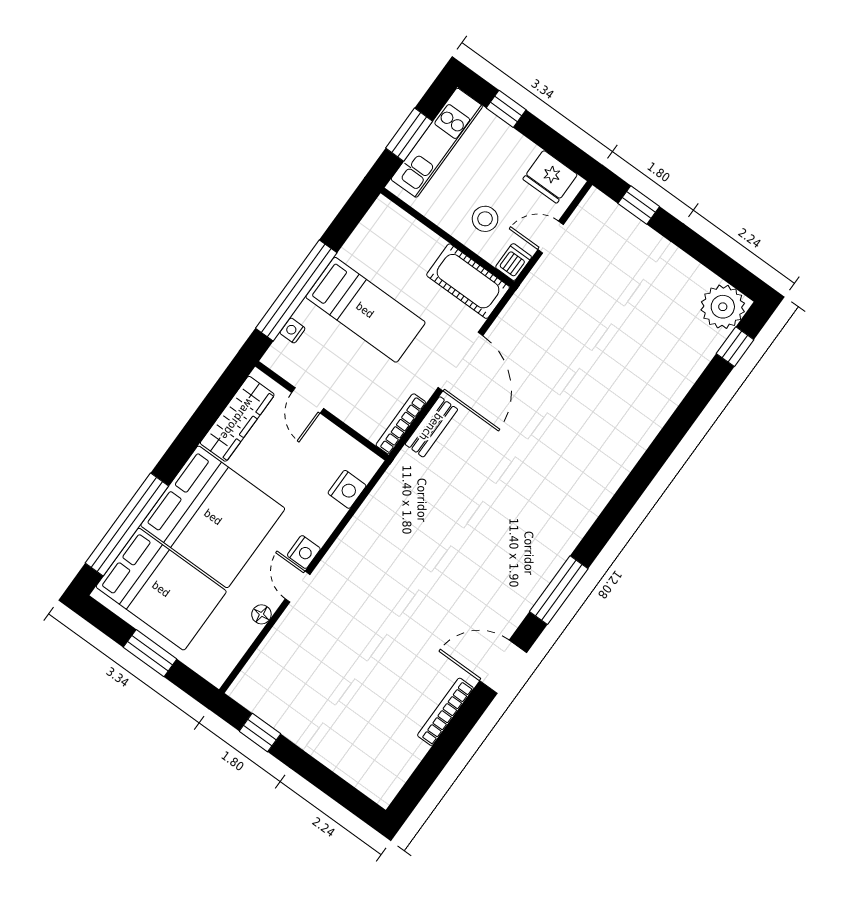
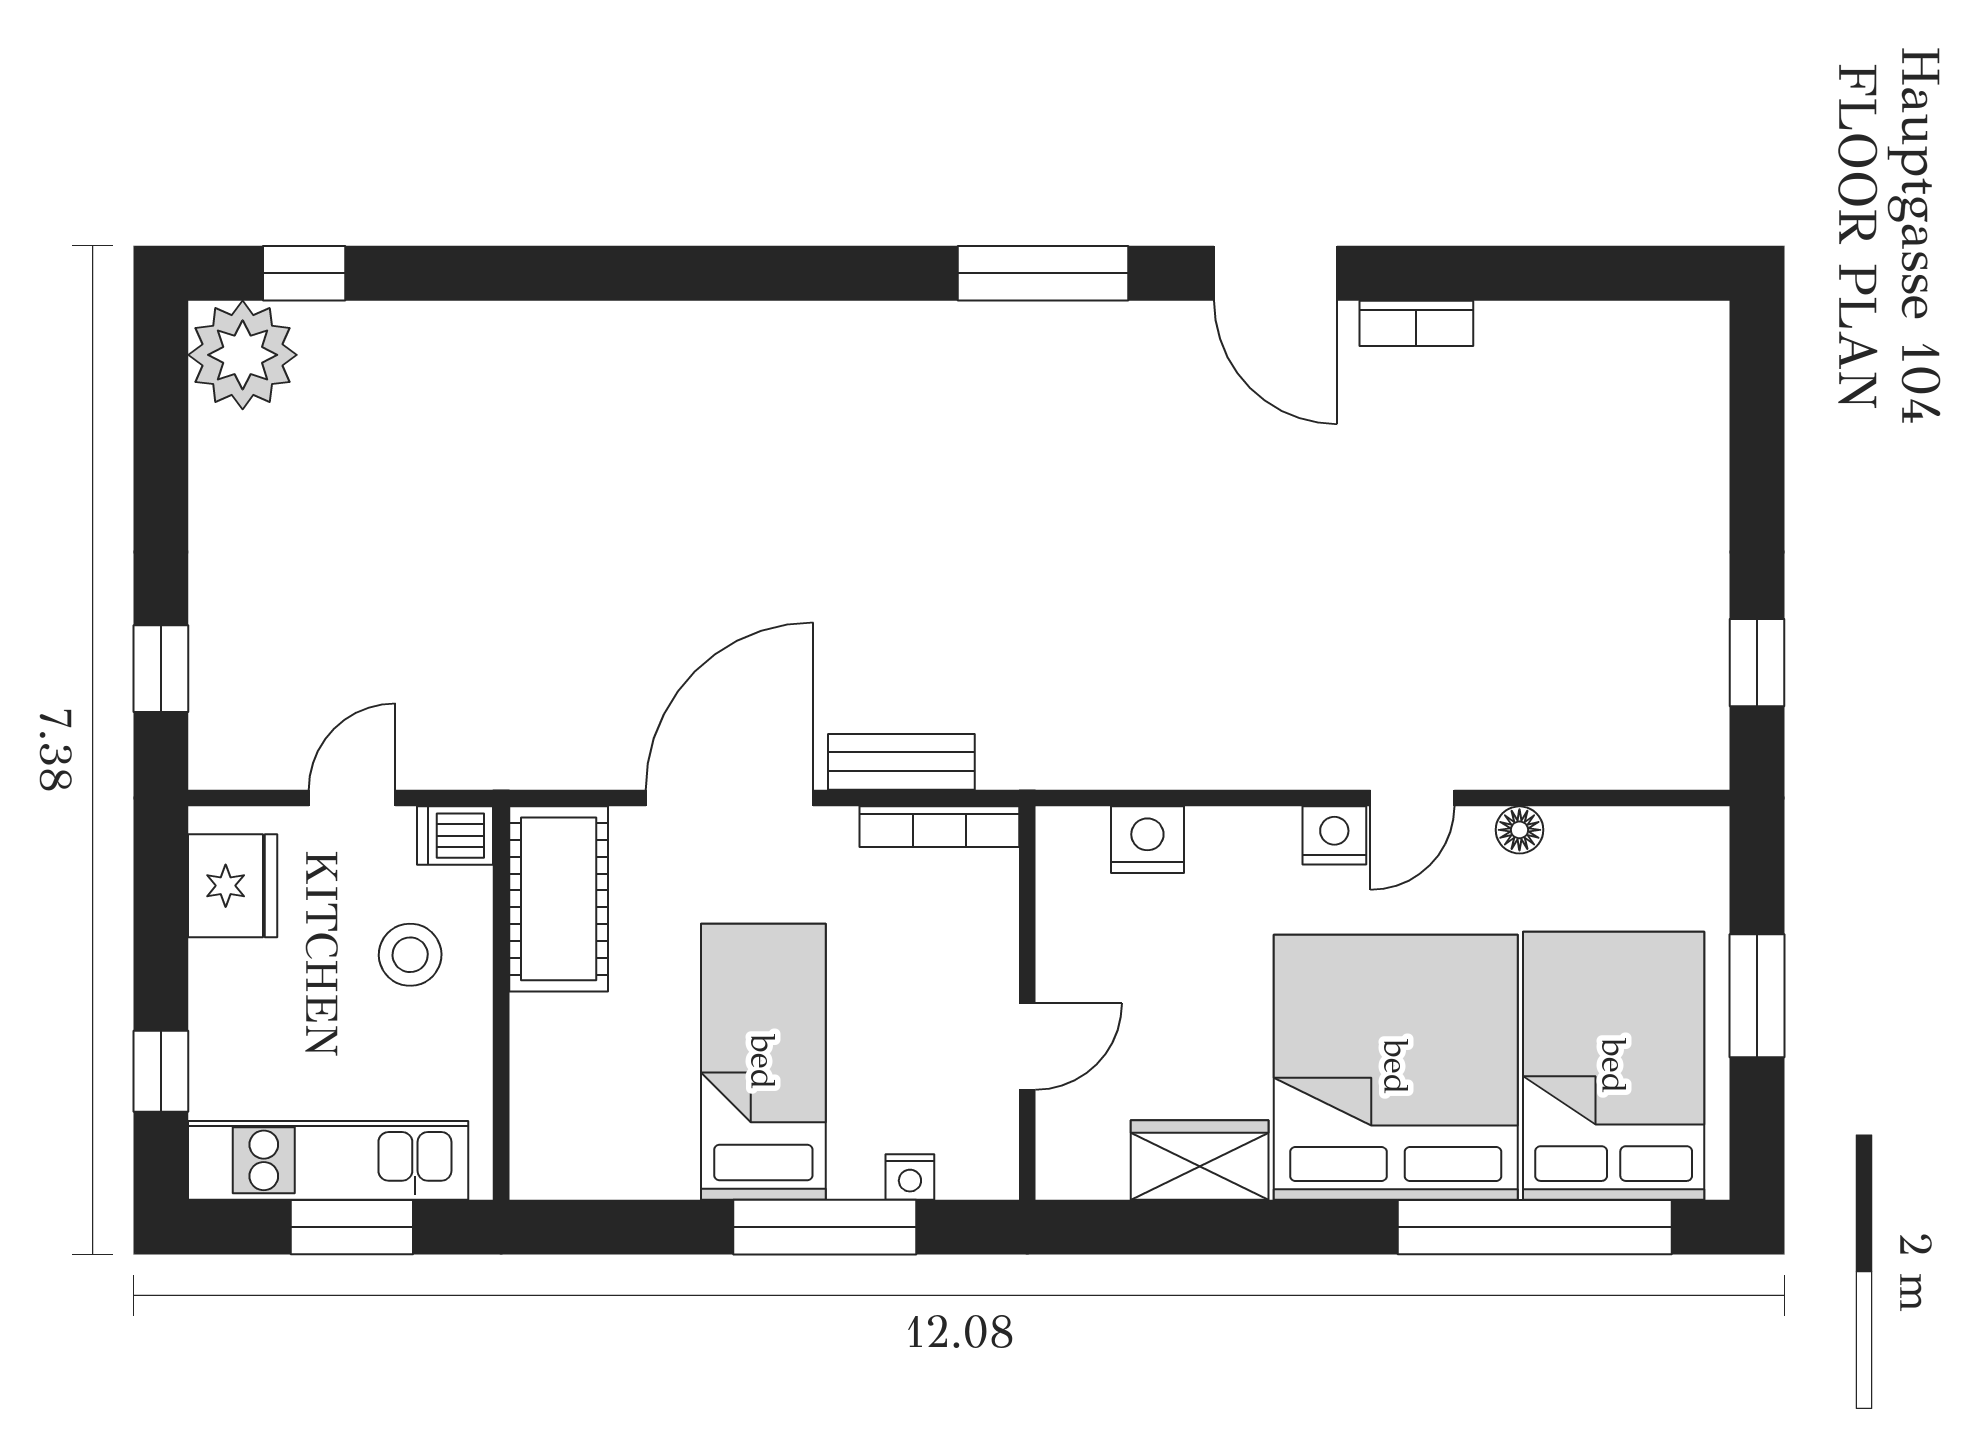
door: (551, 237) -> (352, 798), swing flipped
window: (296, 291) -> (825, 1227), width x0.68
wardrobe: (237, 419) -> (1200, 1160), width x0.67
bookcase: (445, 712) -> (1416, 323), width x0.64

